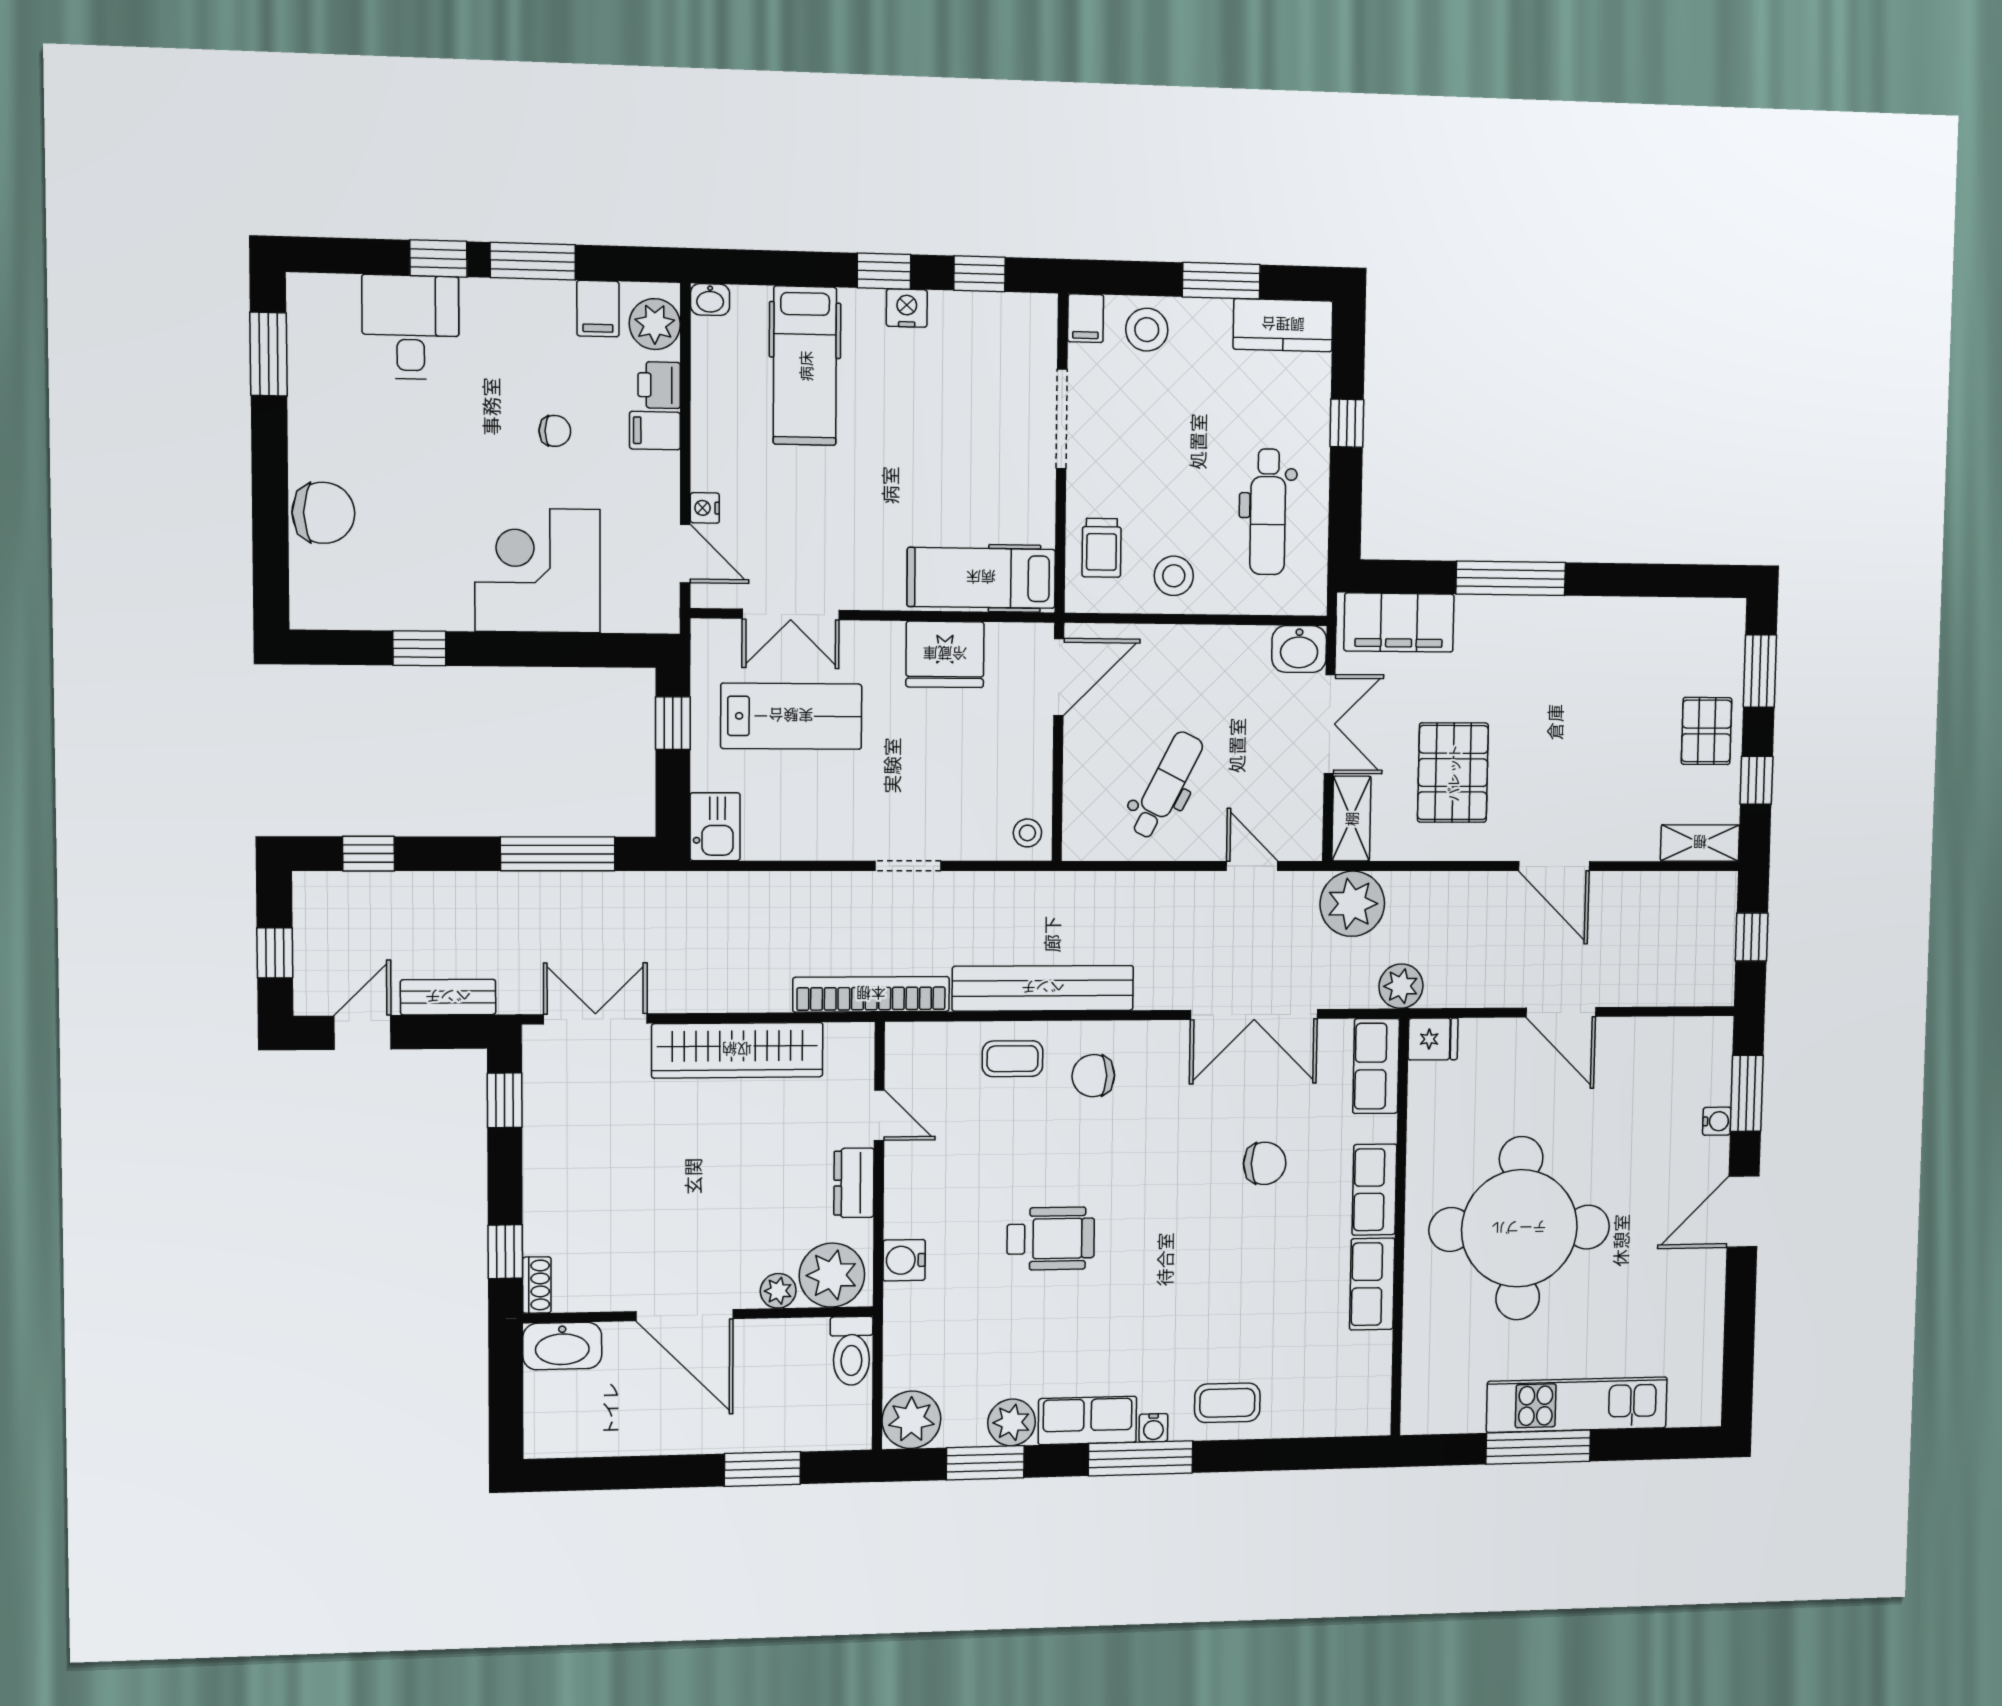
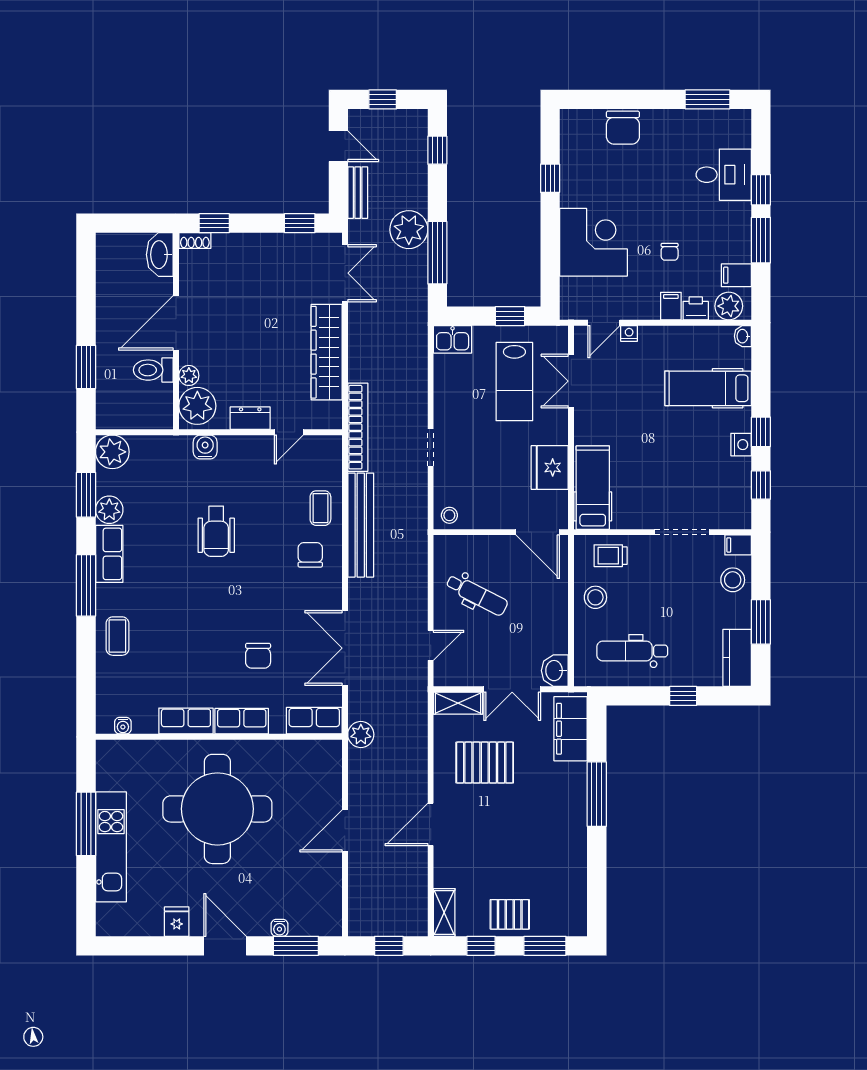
plant: (1352, 904) -> (409, 230), moved
fridge: (1433, 1039) -> (177, 922), moved, turned 180
toilet: (851, 1351) -> (153, 370), moved
water cooler: (1153, 1428) -> (123, 726), moved, turned -90

